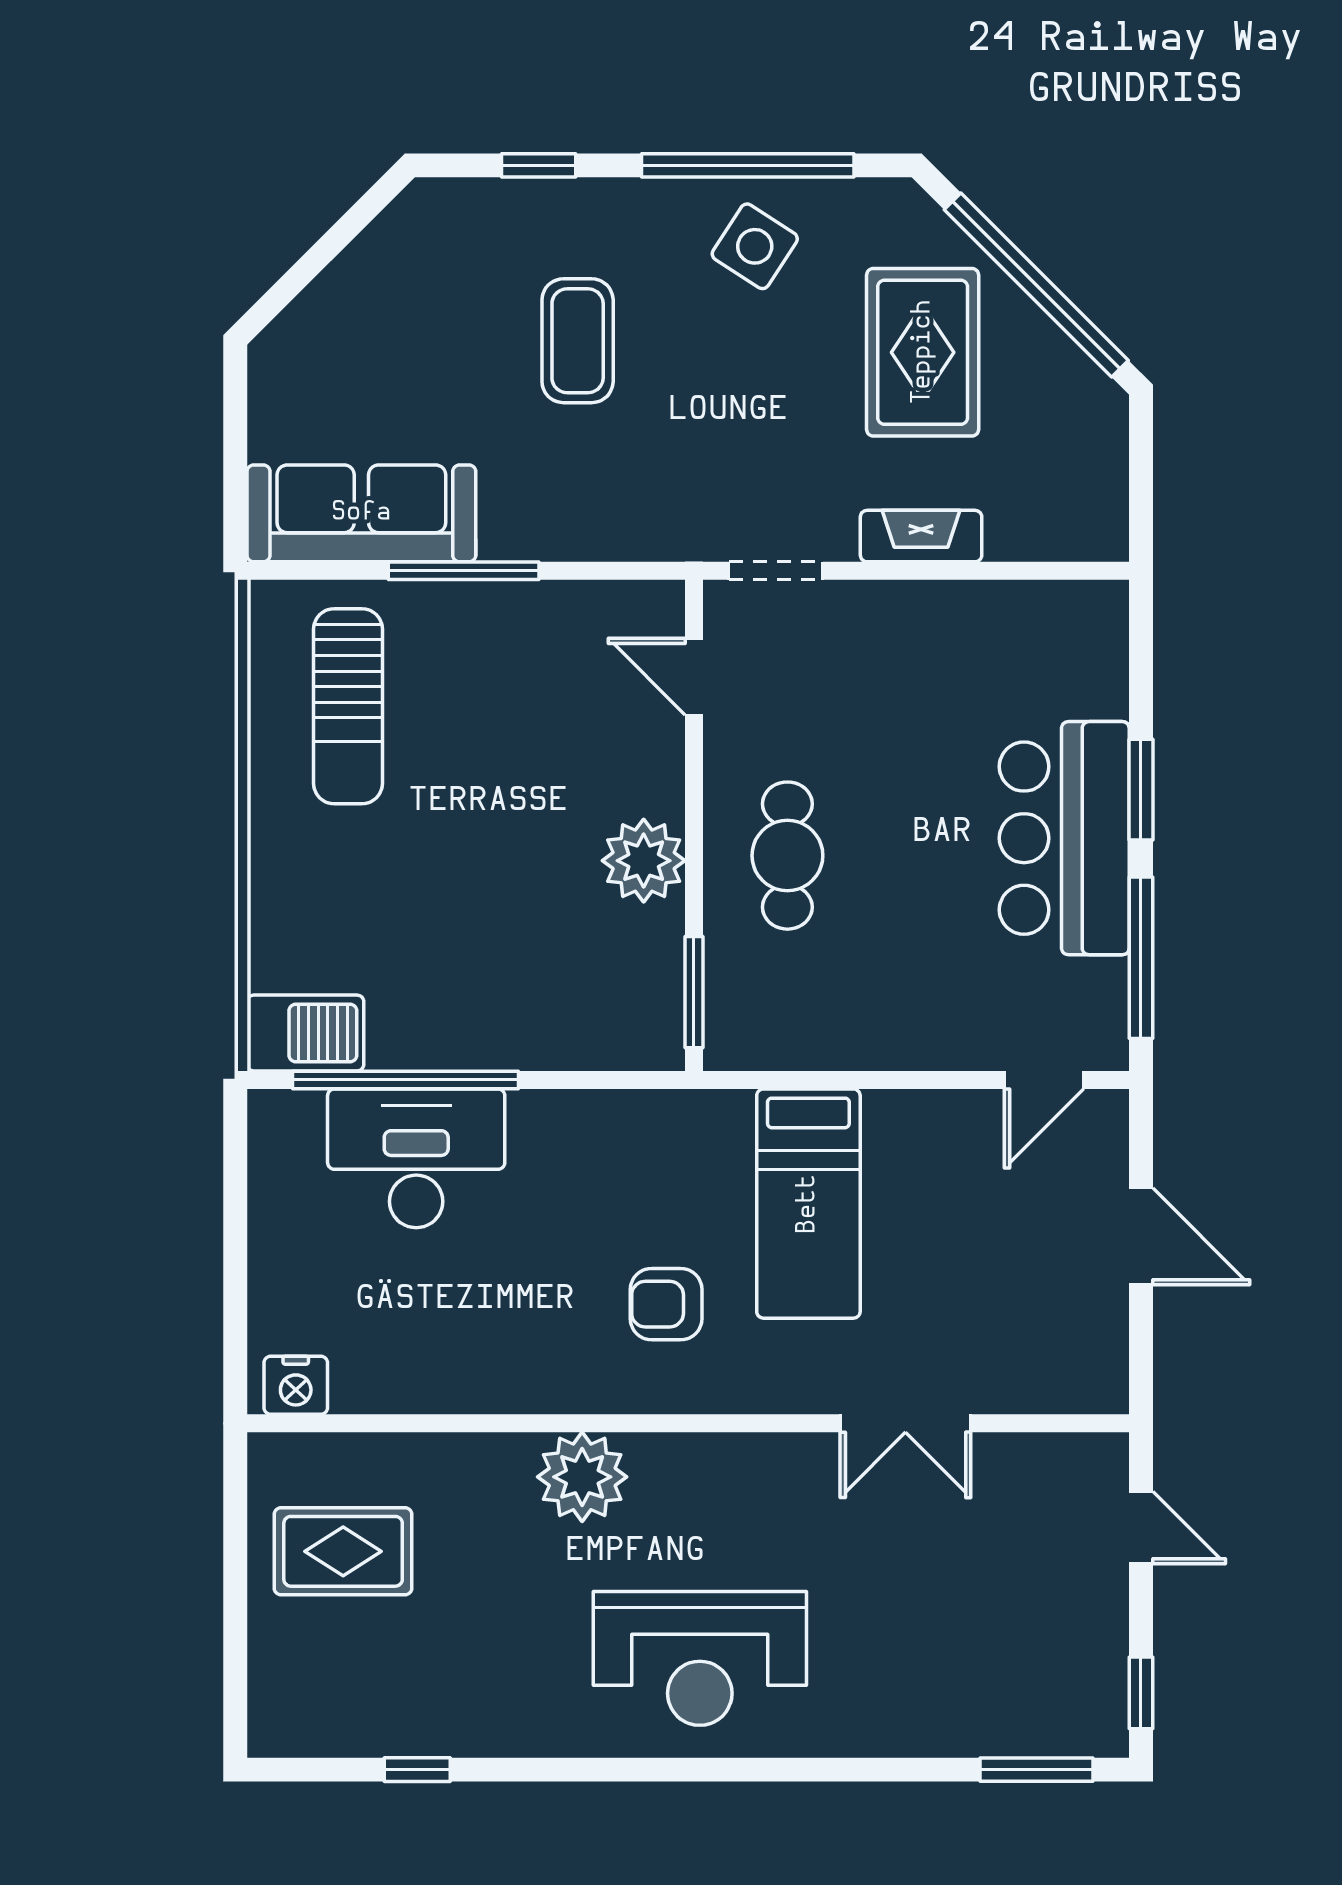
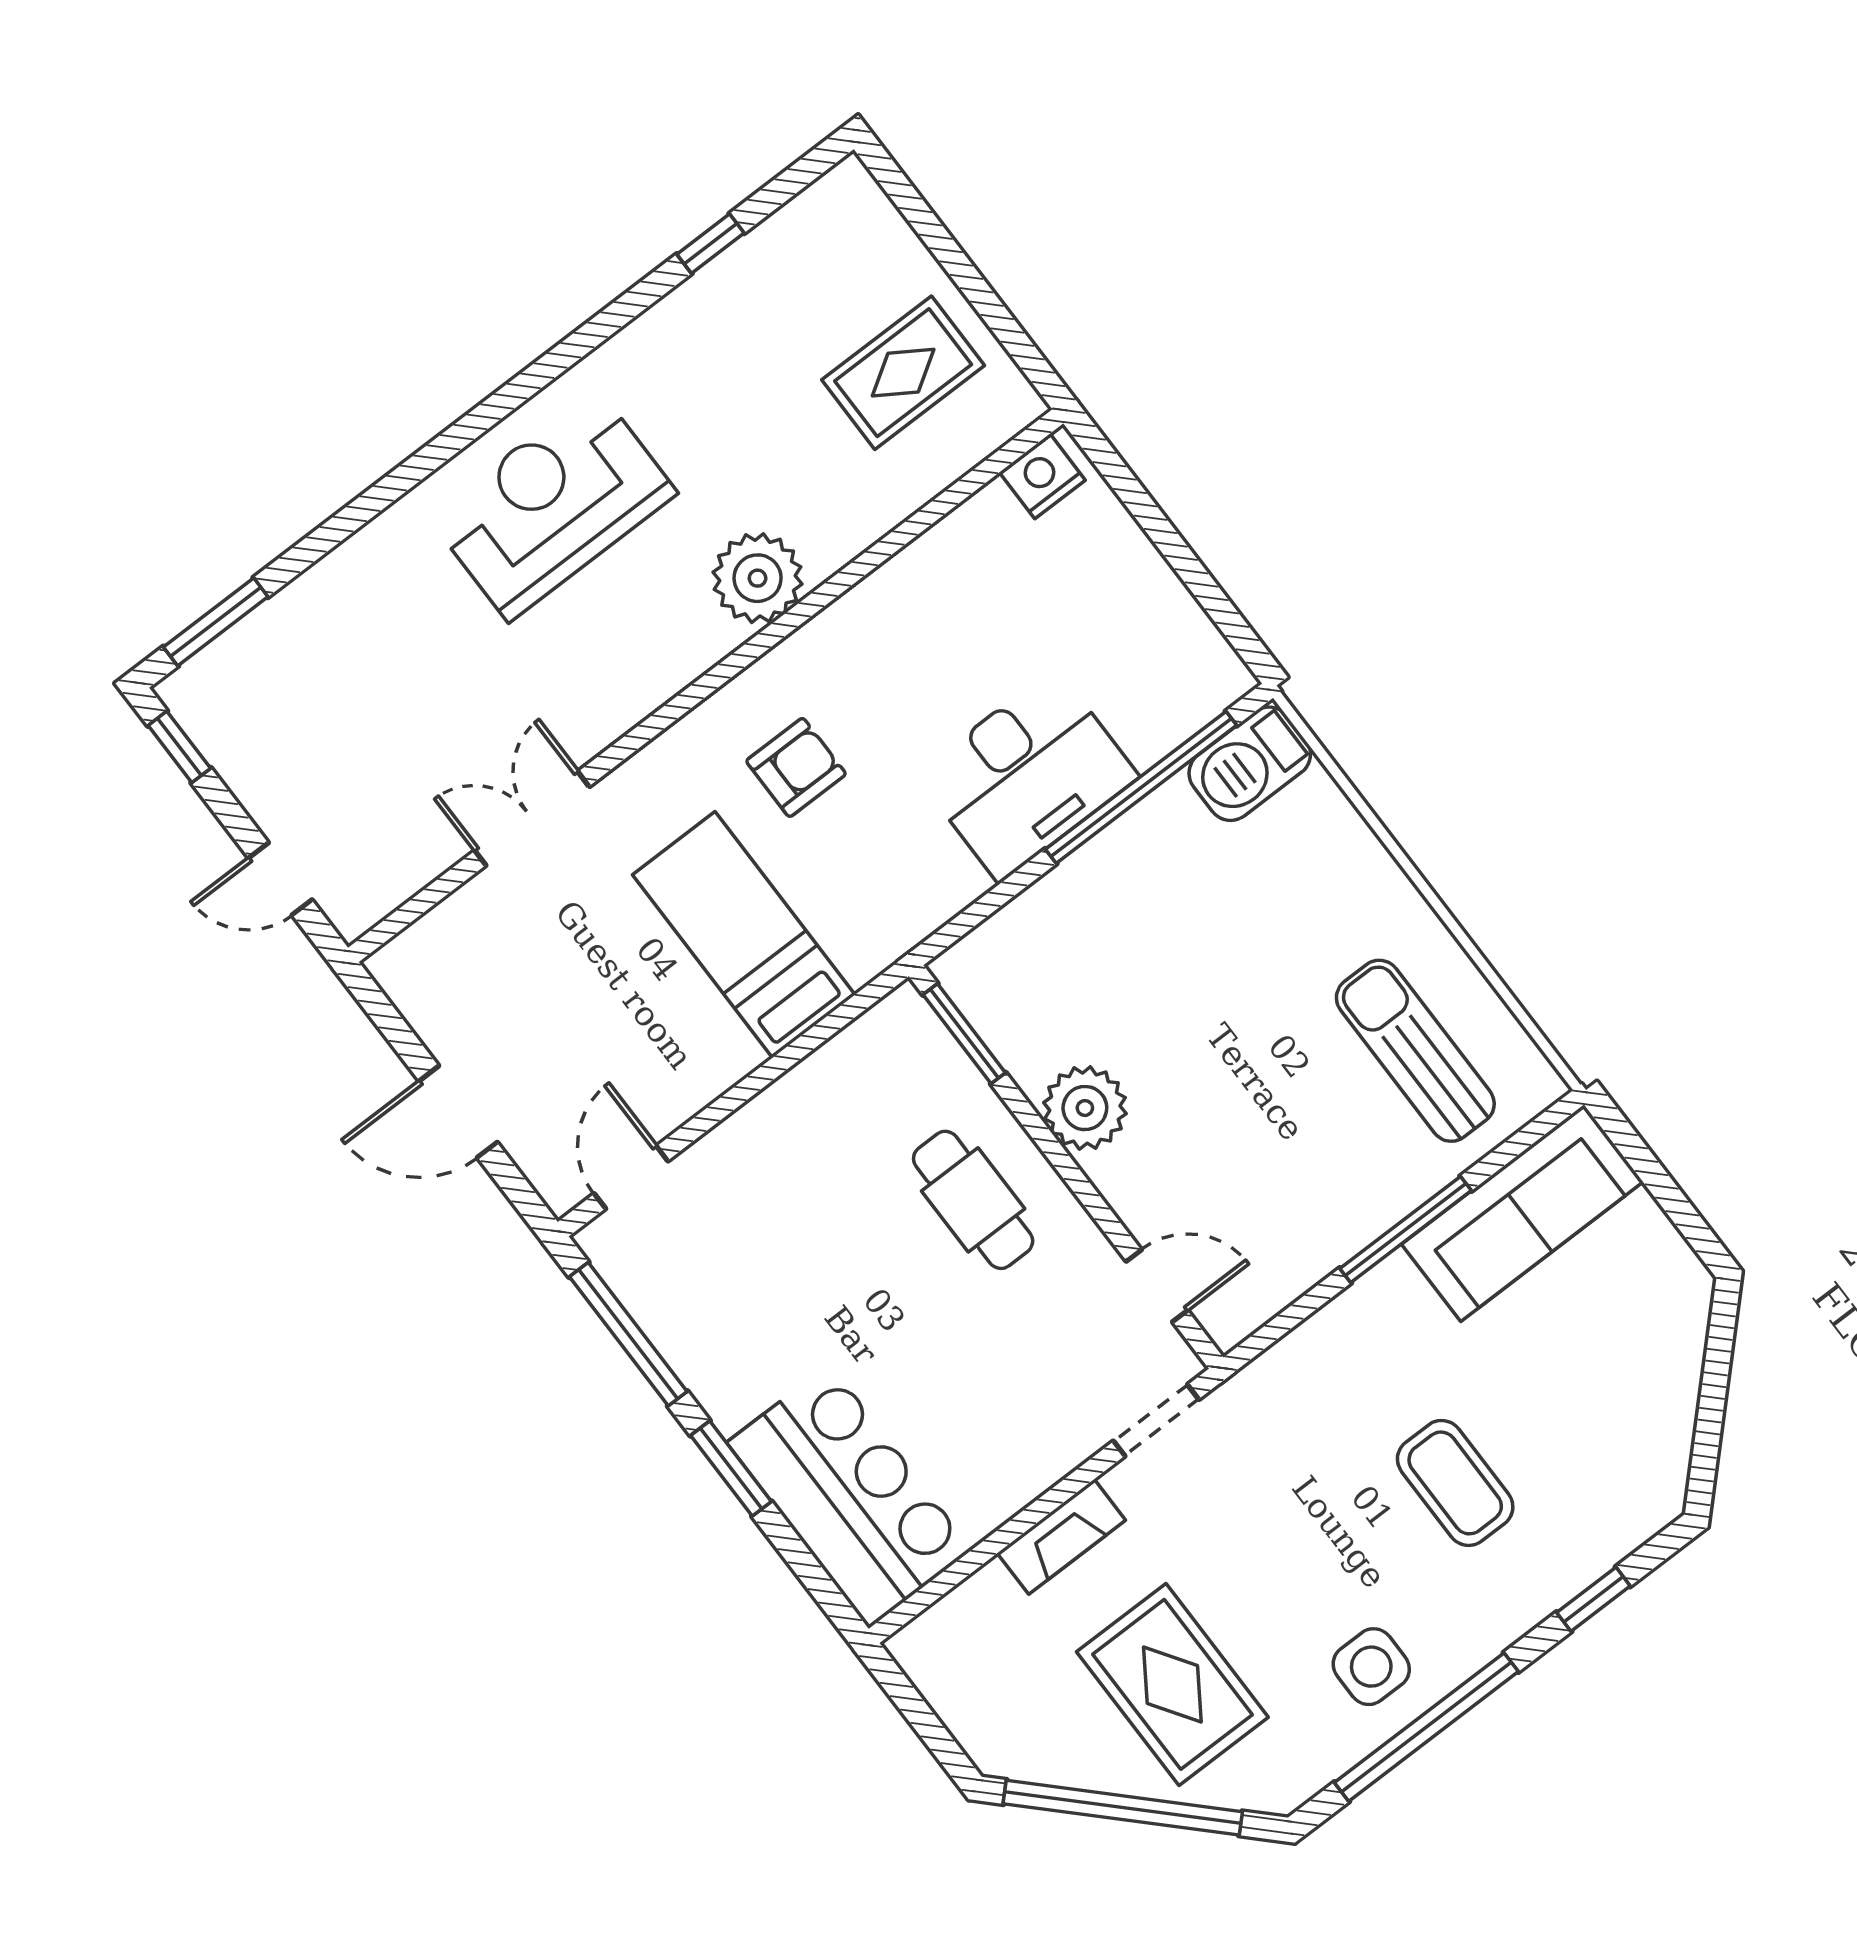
side table: (755, 246) -> (1371, 1667), turned -33
bar counter: (1064, 838) -> (849, 1496), moved
desk: (416, 1158) -> (1027, 775), moved

